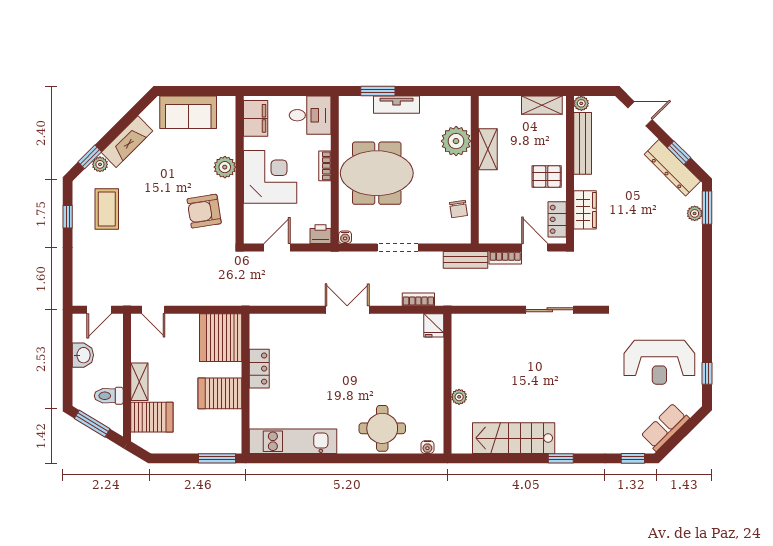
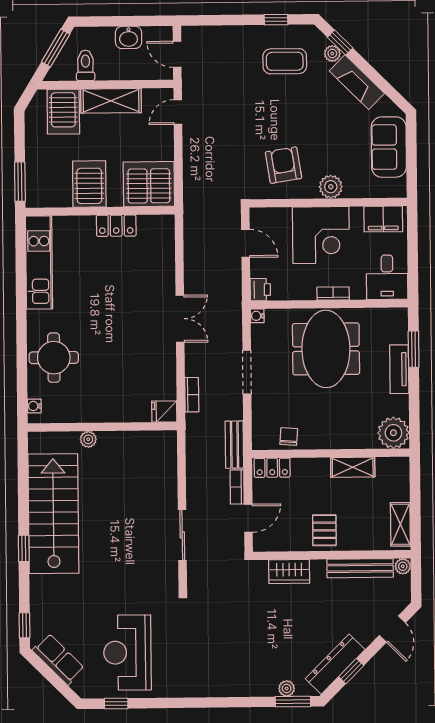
plant: (456, 141) -> (393, 433), moved
chair: (459, 209) -> (289, 437), turned 102
locker: (557, 219) -> (272, 468), moved, turned 180
shelving: (139, 382) -> (111, 101), width x1.50, depth x1.33
stairs: (514, 438) -> (53, 514), width x1.36, depth x1.51

